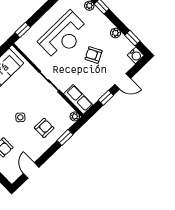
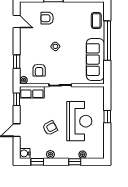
window: (23, 30) -> (107, 117), moved
reception desk: (64, 36) -> (79, 121), turned 180
window: (106, 98) -> (17, 99), moved
armchair: (44, 128) -> (39, 70), moved

